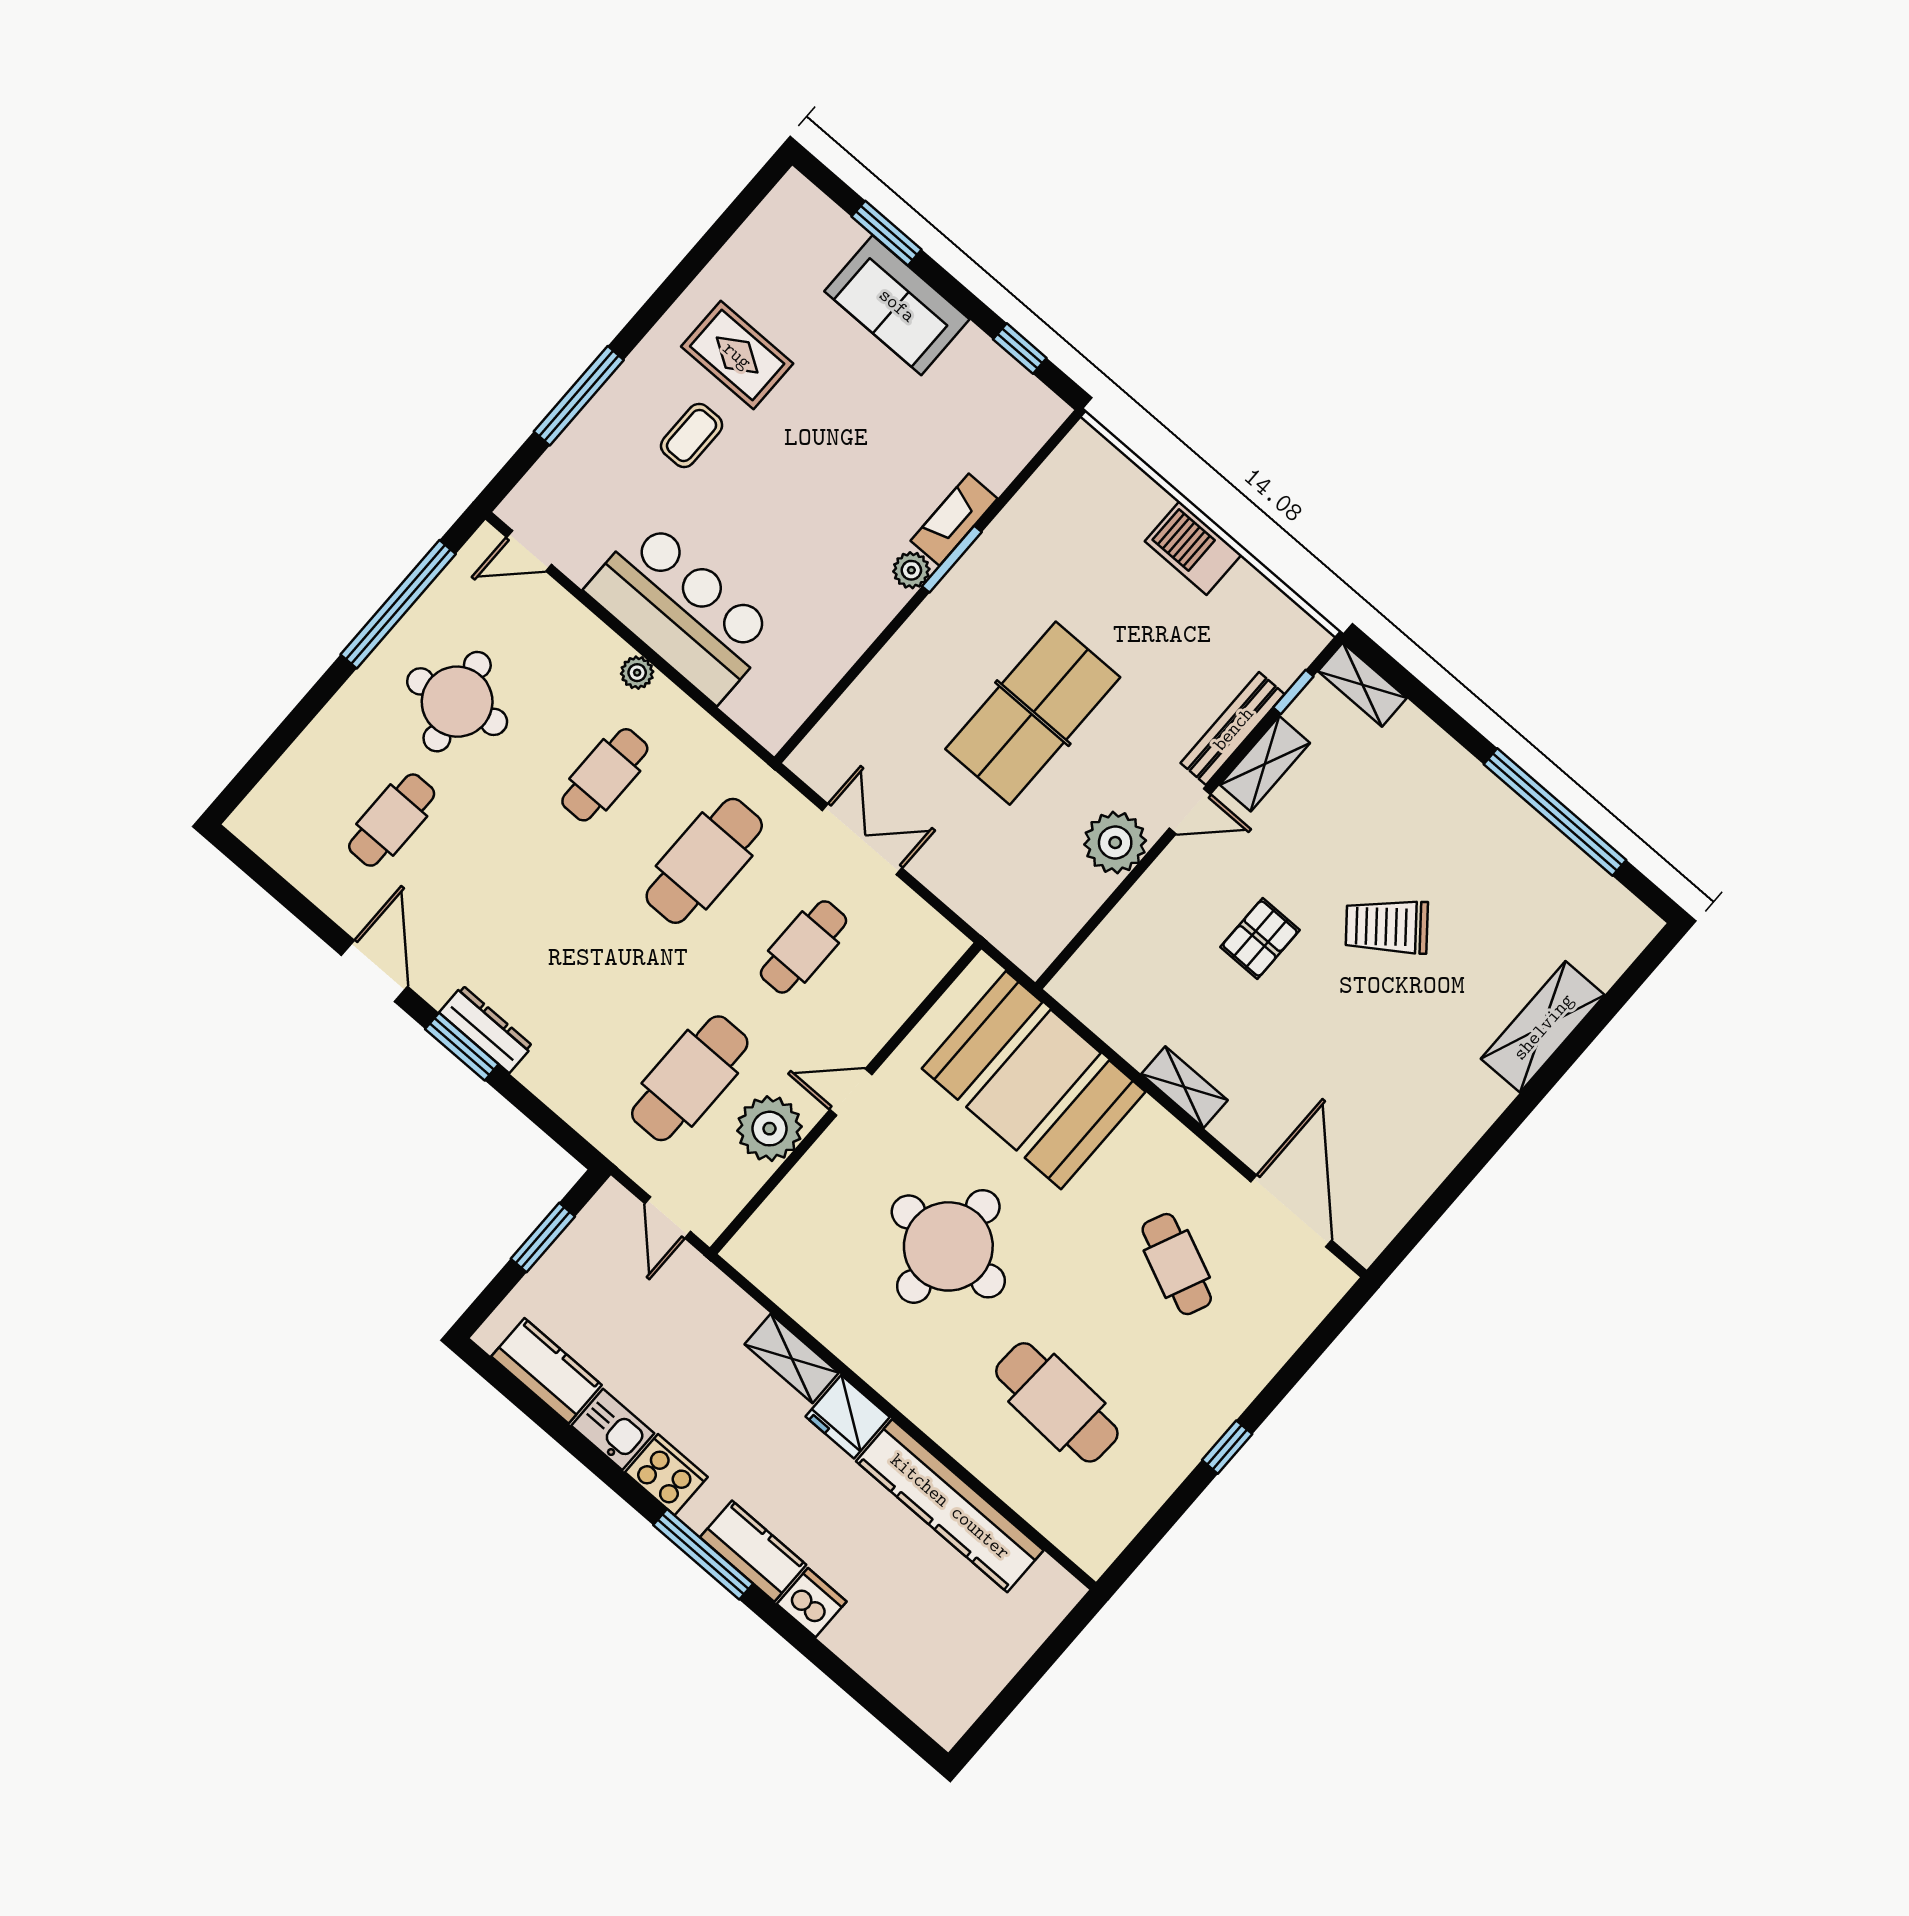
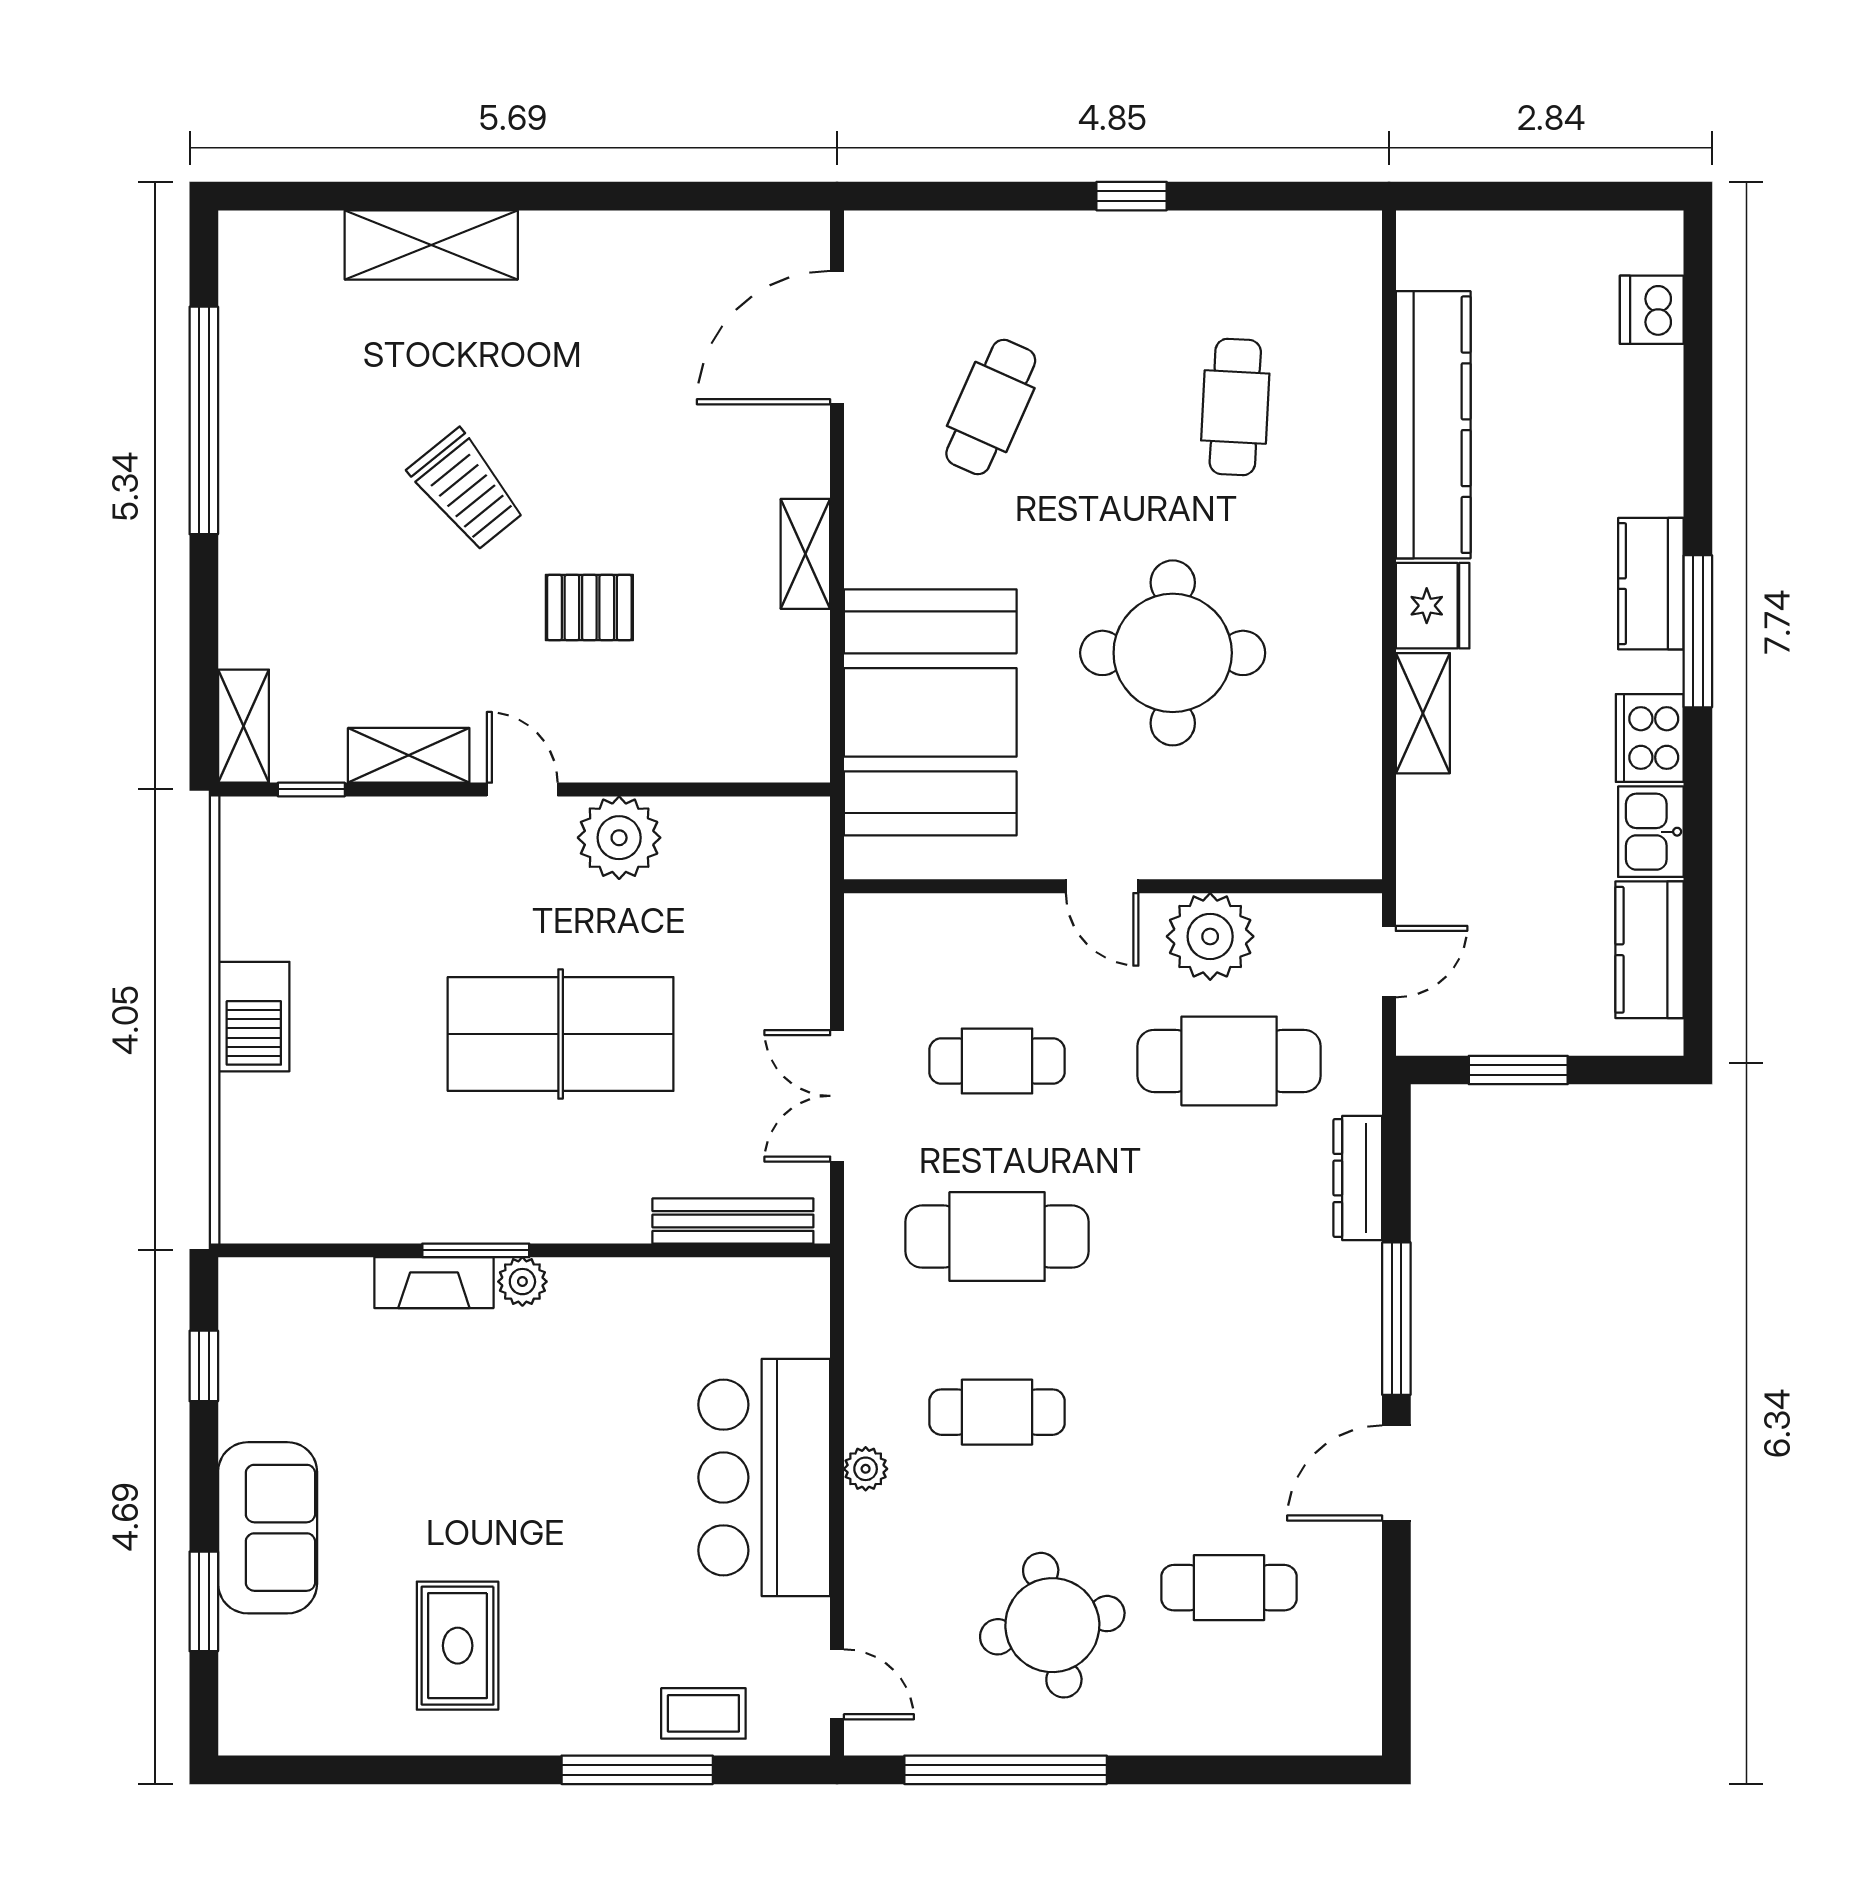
coffee table: (692, 435) -> (703, 1713), moved
bench: (1233, 729) -> (733, 1221), moved
dresser: (486, 1029) -> (1358, 1178), moved
window: (462, 1047) -> (1396, 1319), width x1.44
cafe table: (1057, 1402) -> (1235, 407), width x0.73, depth x0.74
dishwasher: (812, 1603) -> (1652, 310), moved

